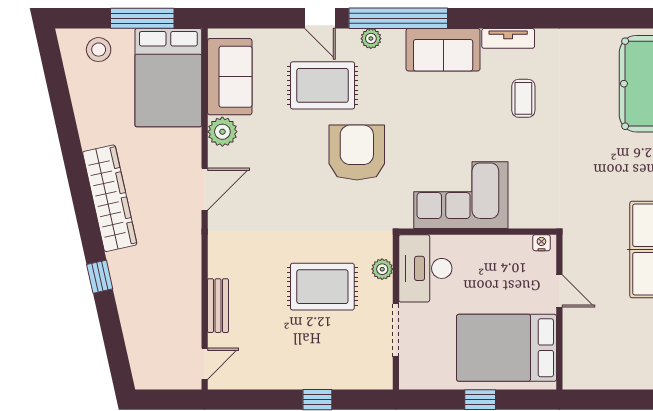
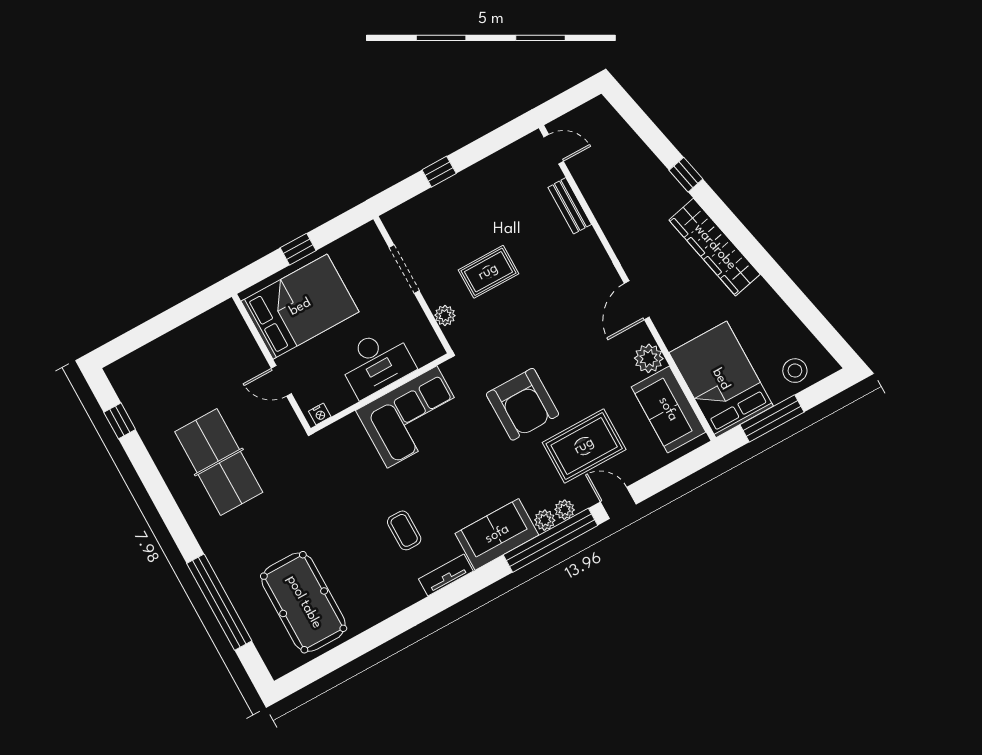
plant: (394, 39) -> (545, 520), added
desk: (425, 268) -> (376, 362), moved, turned 90
rug: (322, 287) -> (488, 272), width x0.73, depth x0.70
door: (205, 364) -> (554, 149), swing flipped

